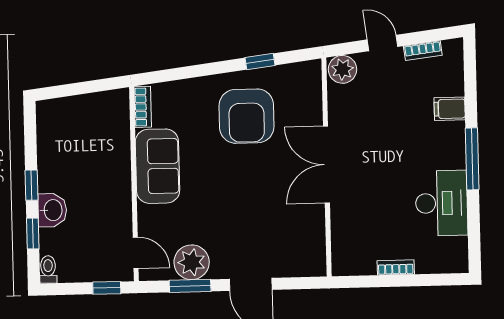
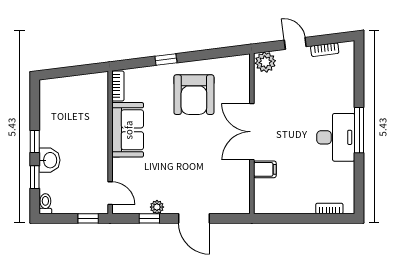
window: (260, 61) -> (166, 60), moved
filing cabinet: (450, 109) -> (265, 169), moved, turned 180
desk: (442, 203) -> (336, 137), moved
plant: (192, 262) -> (157, 207), width x0.53, depth x0.53
bookcase: (396, 267) -> (329, 209), moved
window: (190, 286) -> (149, 218), width x0.67

